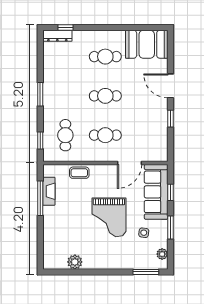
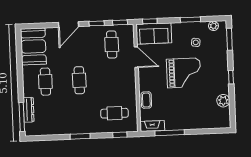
window: (66, 27) -> (22, 117), width x2.17
dresser: (57, 36) -> (29, 110), moved
cafe table: (105, 135) -> (112, 45), moved
window: (170, 146) -> (120, 22), added
fireplace: (49, 191) -> (152, 126), moved
sofa: (156, 192) -> (154, 33), width x0.73
window: (170, 192) -> (150, 21), moved
window: (102, 272) -> (231, 77), added

